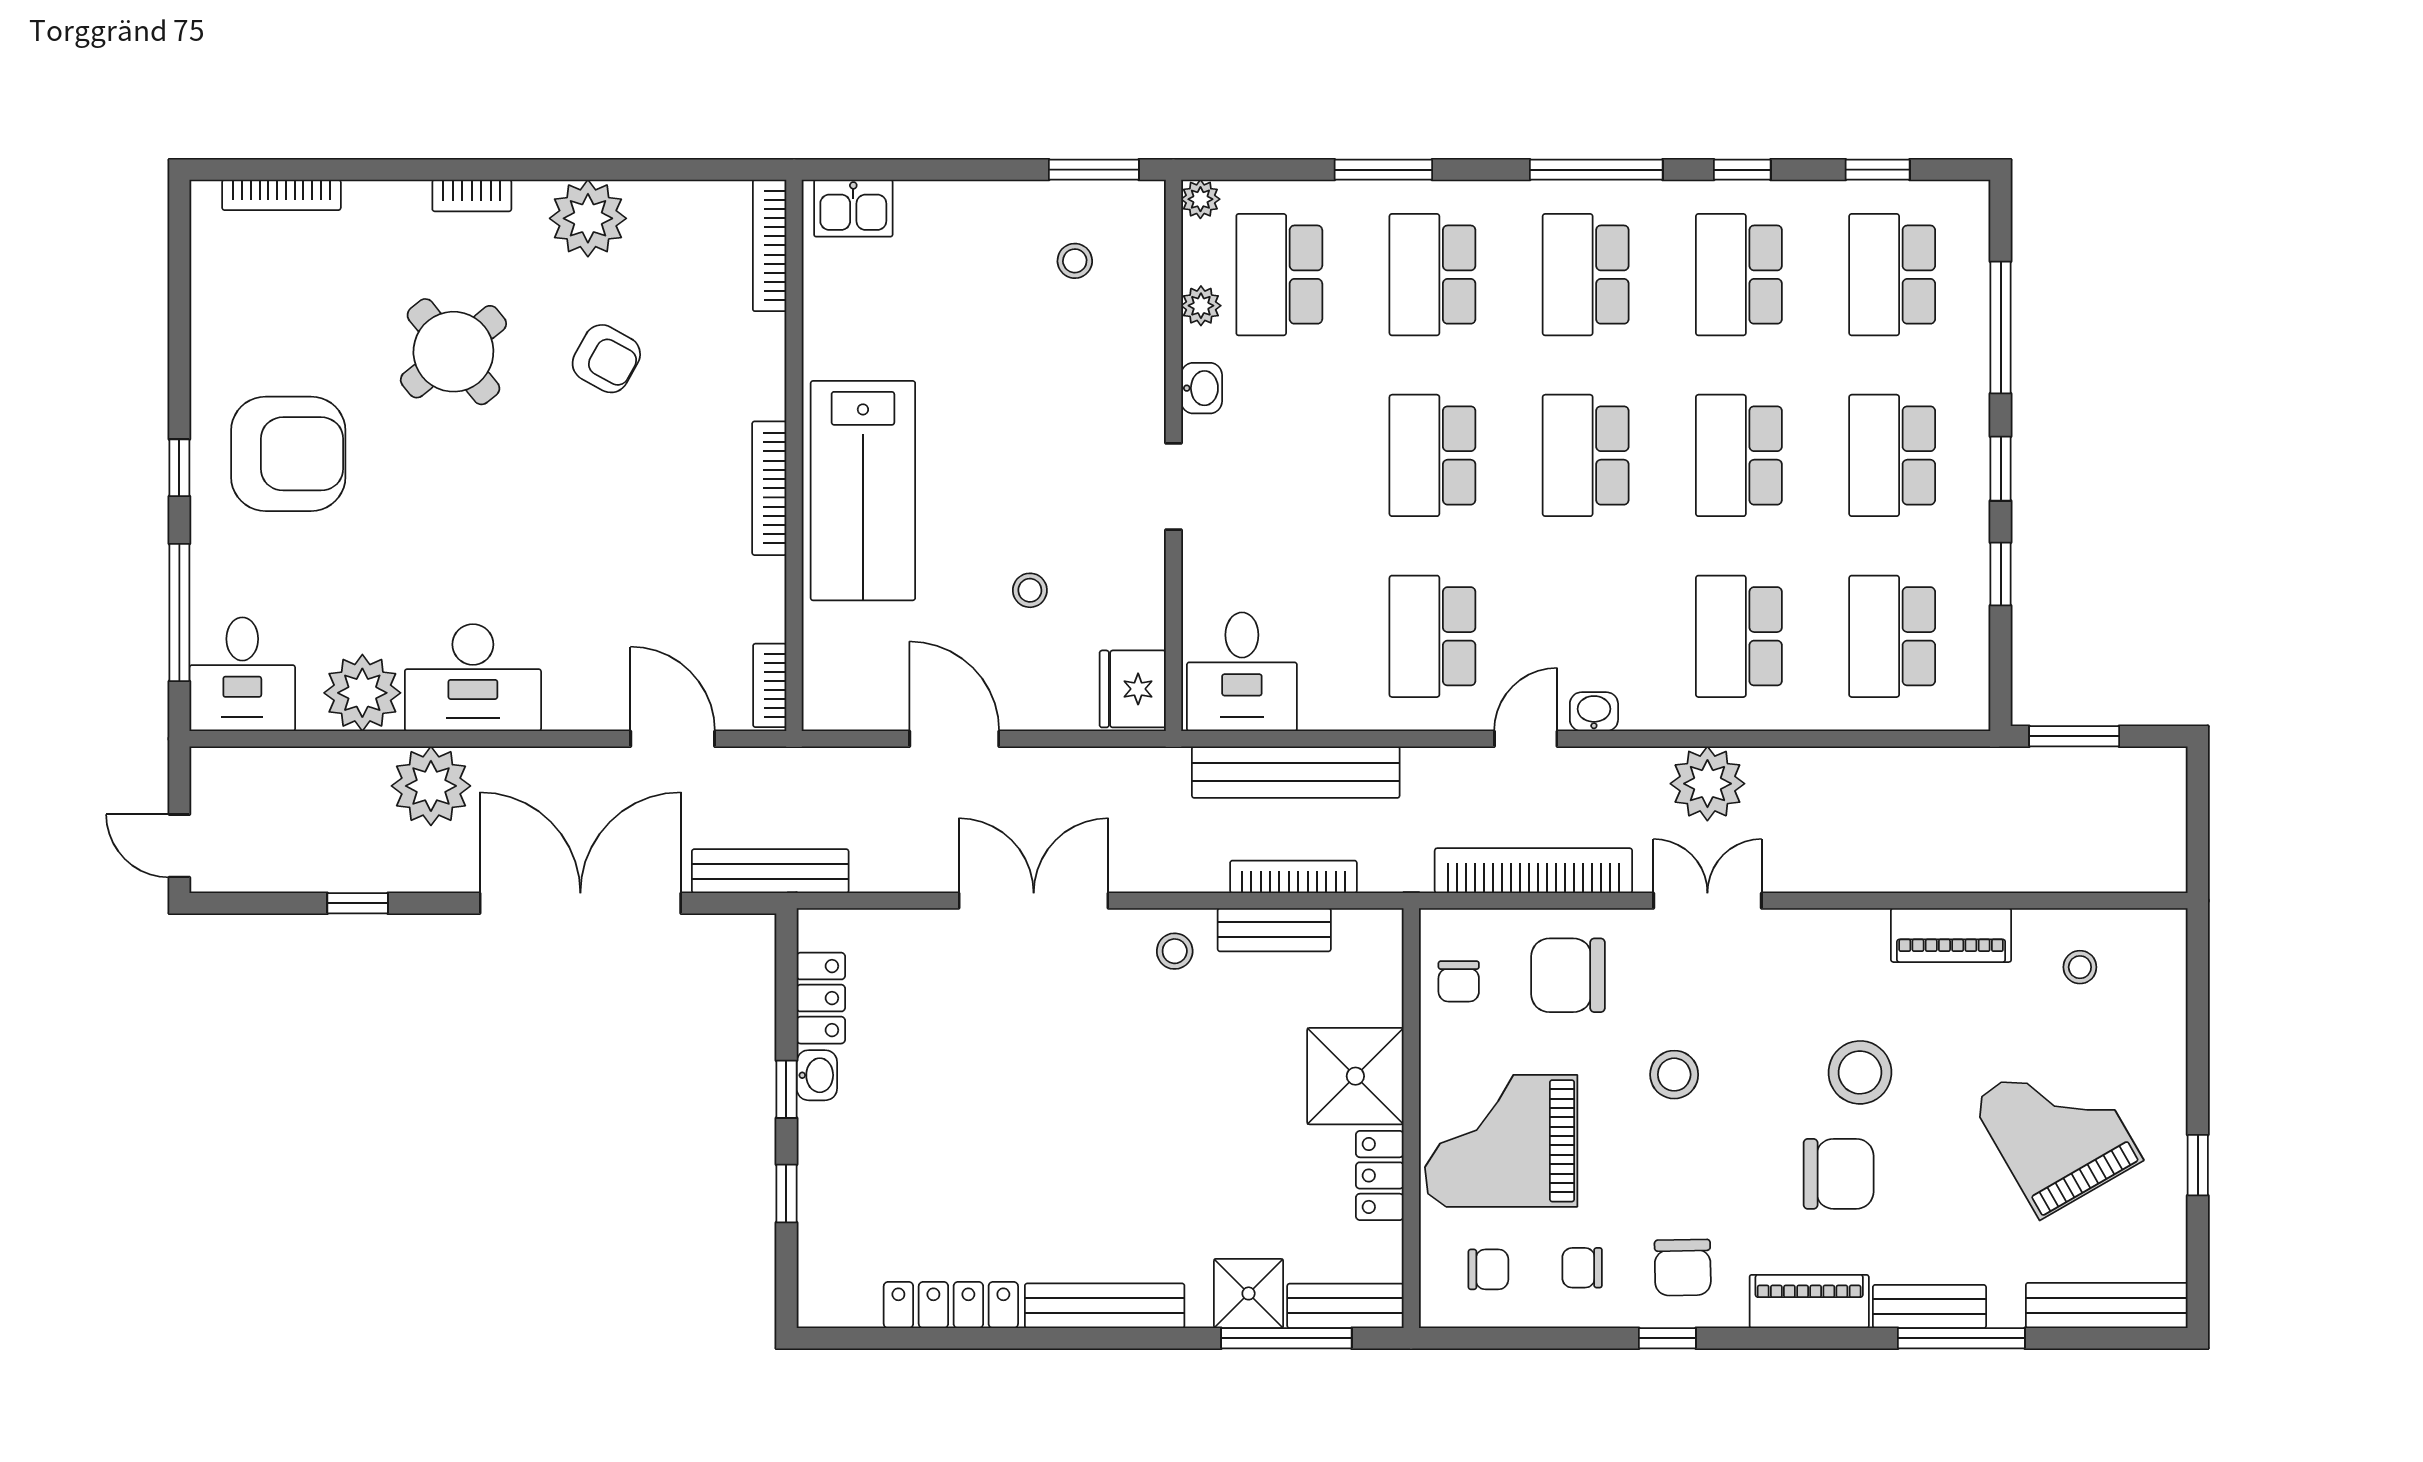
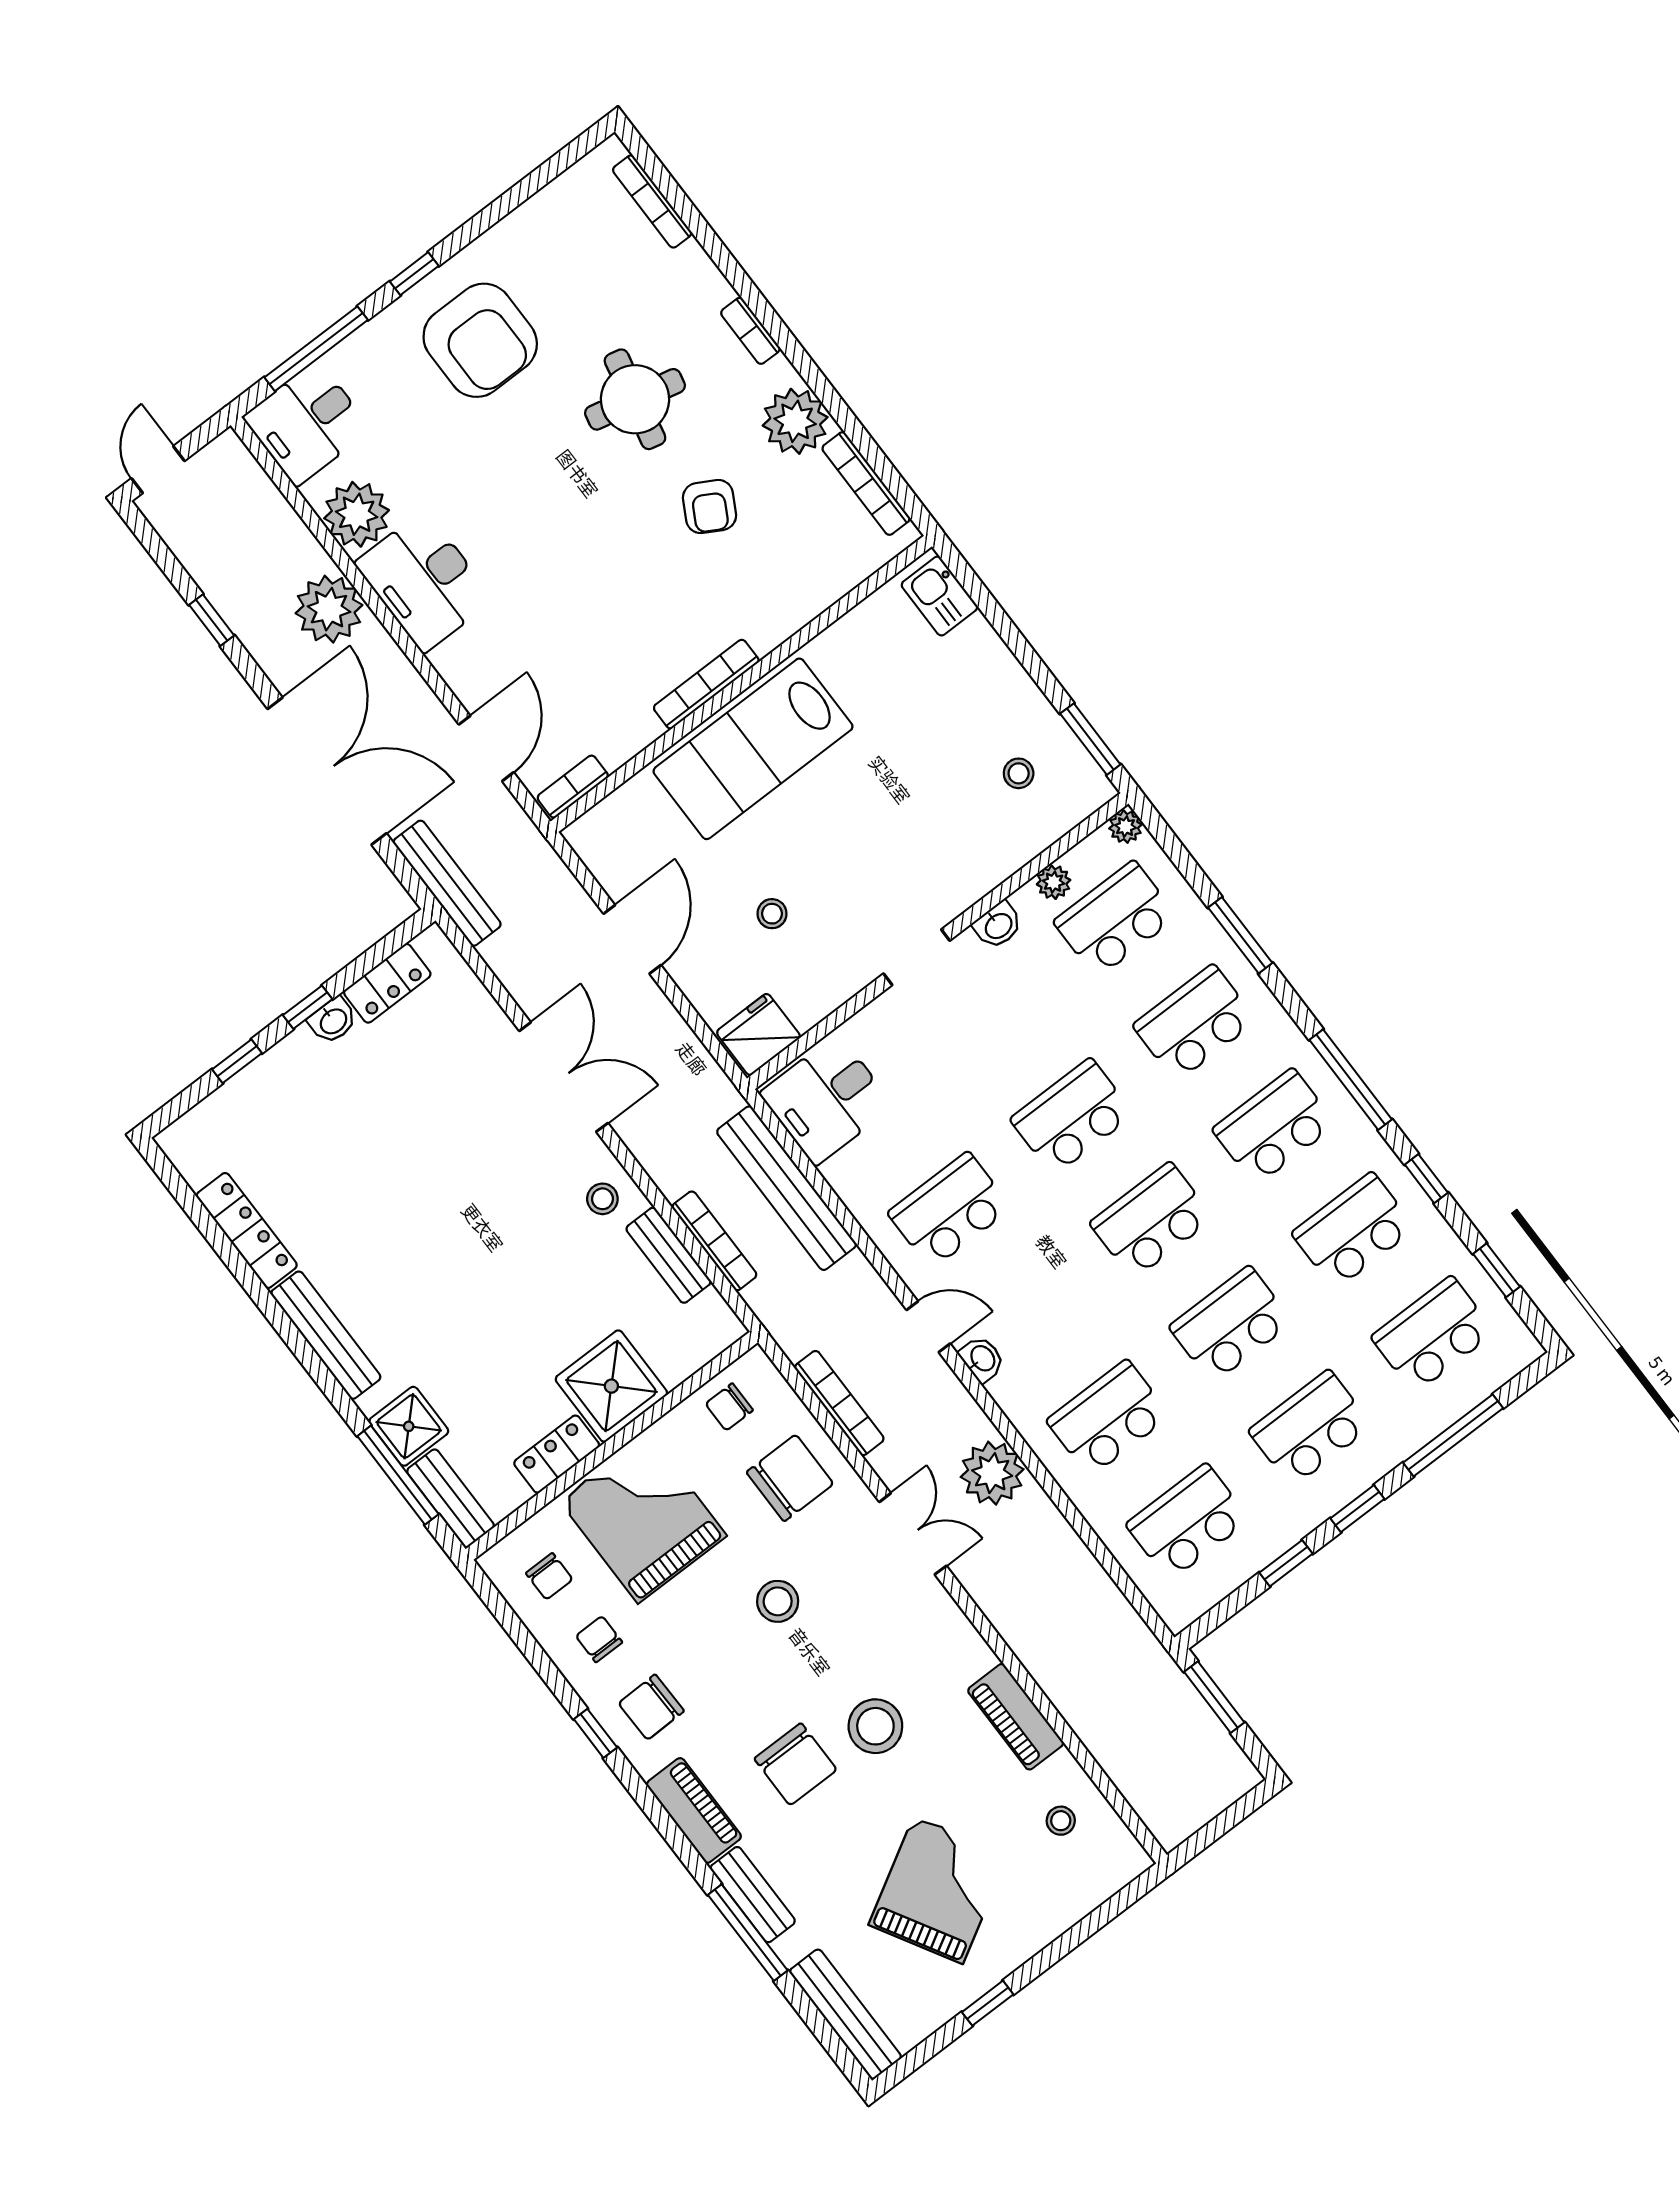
bookcase: (770, 245) -> (866, 484), moved, turned -90
round table: (453, 352) -> (635, 399), turned -38
bookcase: (1533, 871) -> (839, 1403), width x0.68, depth x0.76
chair: (1568, 975) -> (790, 1478), turned 90

